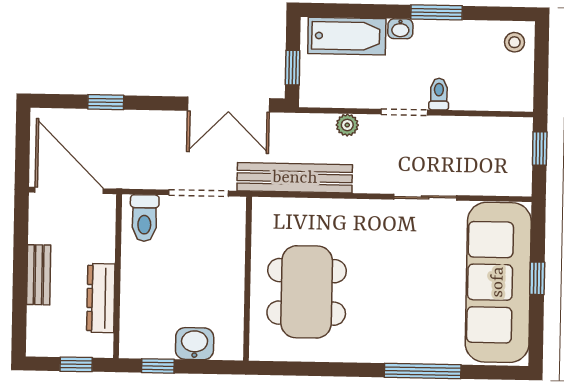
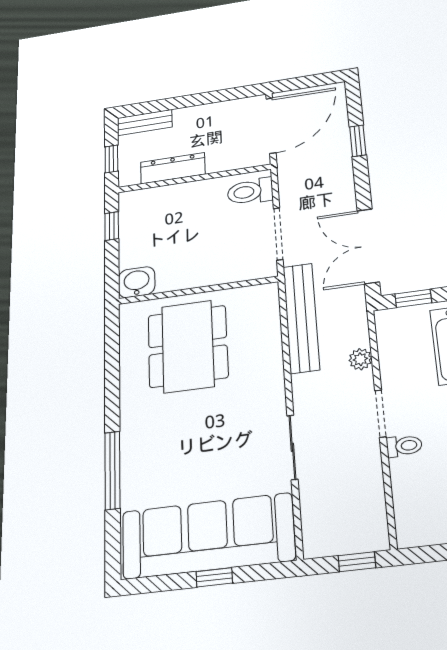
bench: (39, 275) -> (145, 122), moved
dining table: (307, 292) -> (188, 346), turned 90
washbasin: (195, 344) -> (137, 282), moved, turned -90

